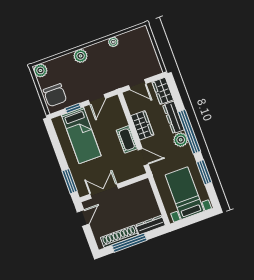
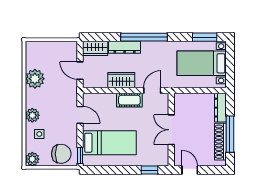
plant: (113, 42) -> (35, 79), width x1.88, depth x1.88
side table: (66, 69) -> (39, 134), added
door: (137, 85) -> (80, 71), swing flipped
window: (73, 108) -> (80, 156), moved
plant: (181, 140) -> (149, 48), removed
window: (204, 172) -> (205, 37), moved
window: (70, 181) -> (149, 170), width x0.67
double door: (104, 191) -> (171, 130), moved

